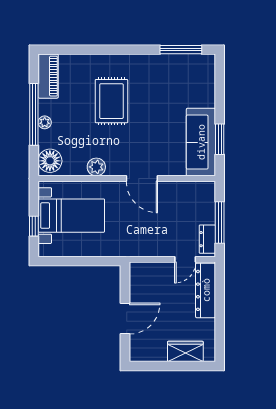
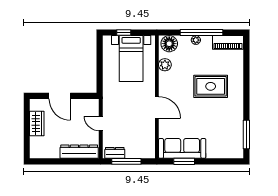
plant: (96, 167) -> (165, 65), moved
door: (142, 179) -> (157, 107), swing flipped
door: (185, 259) -> (101, 123), moved
wardrobe: (185, 351) -> (37, 123), moved

